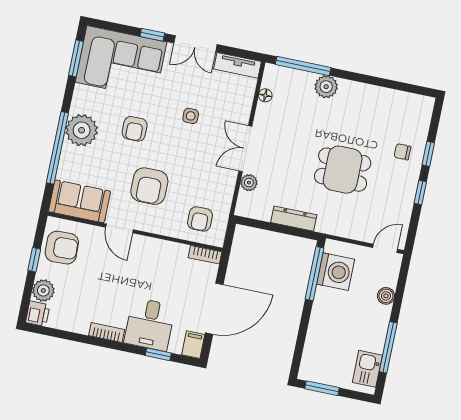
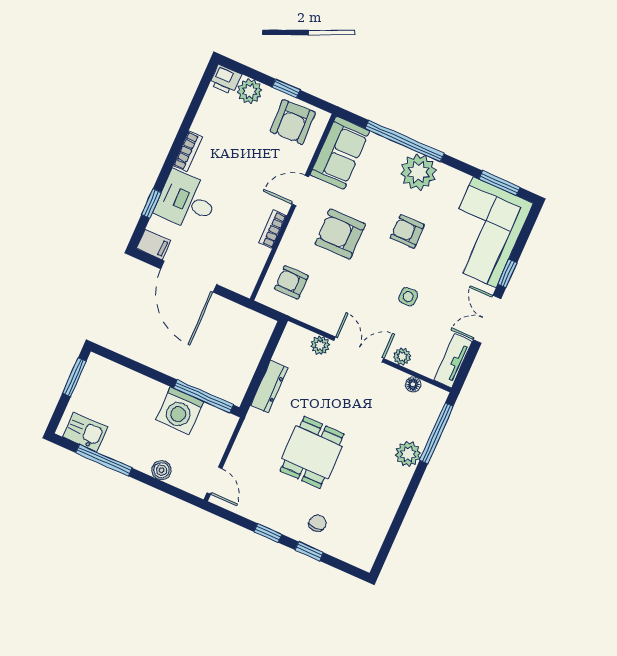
plant: (243, 110) -> (402, 357), added
bookcase: (205, 255) -> (273, 229), moved
washing machine: (336, 272) -> (180, 411), moved

